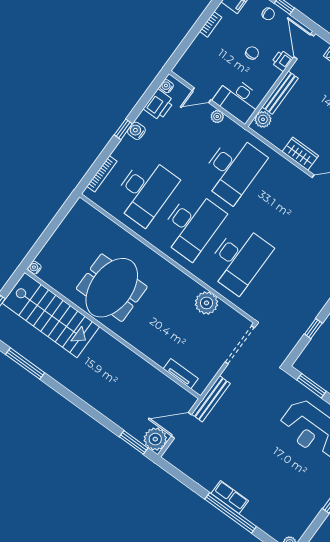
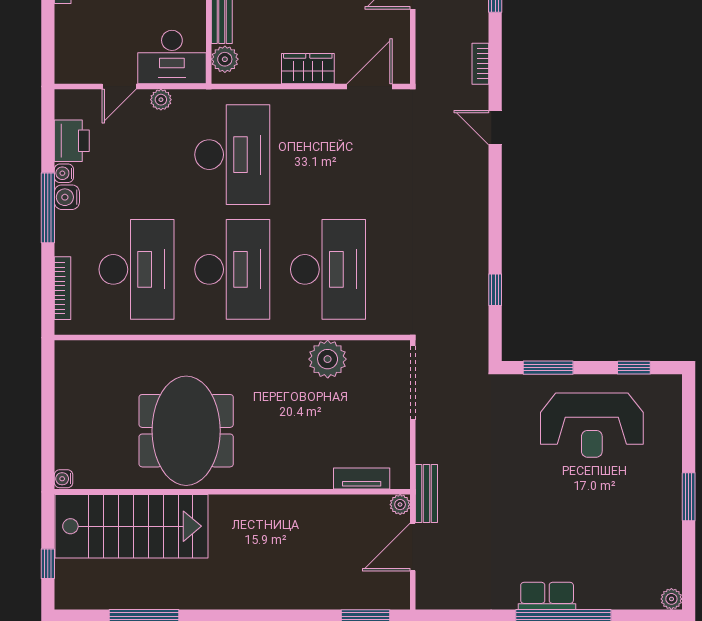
water cooler: (167, 86) -> (64, 173), moved
window: (123, 129) -> (48, 208), width x2.17
bench: (211, 399) -> (426, 493), width x0.73
plant: (155, 439) -> (400, 505), moved, width x0.53, depth x0.53

